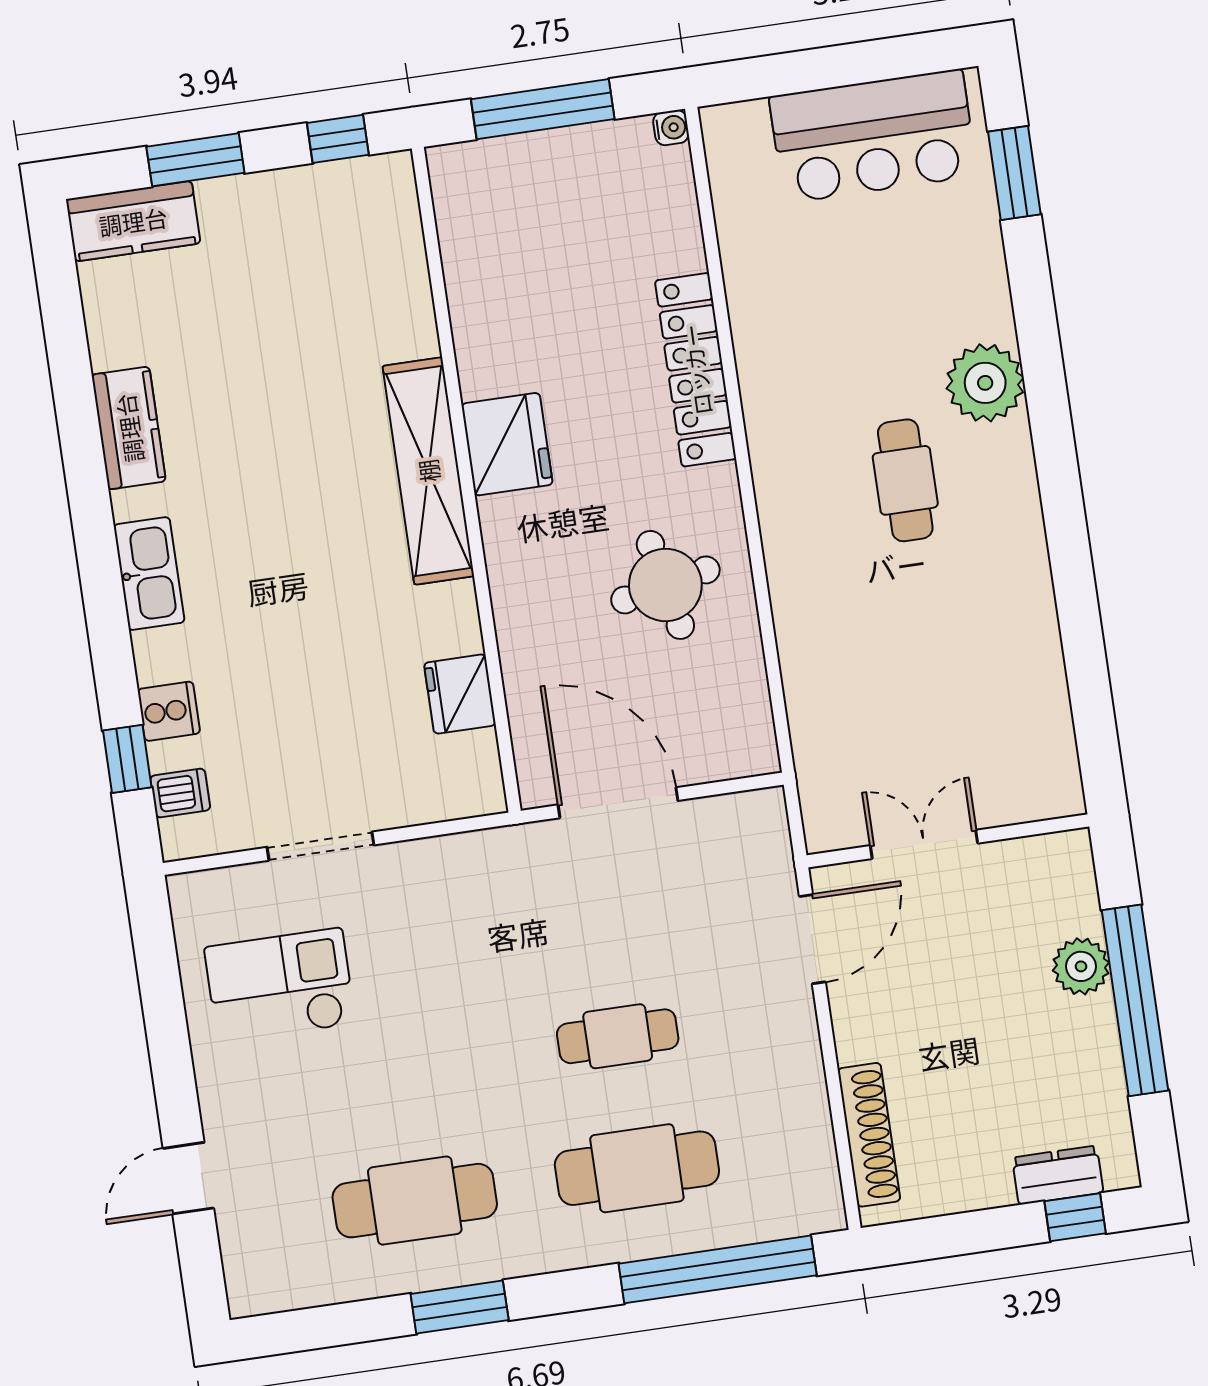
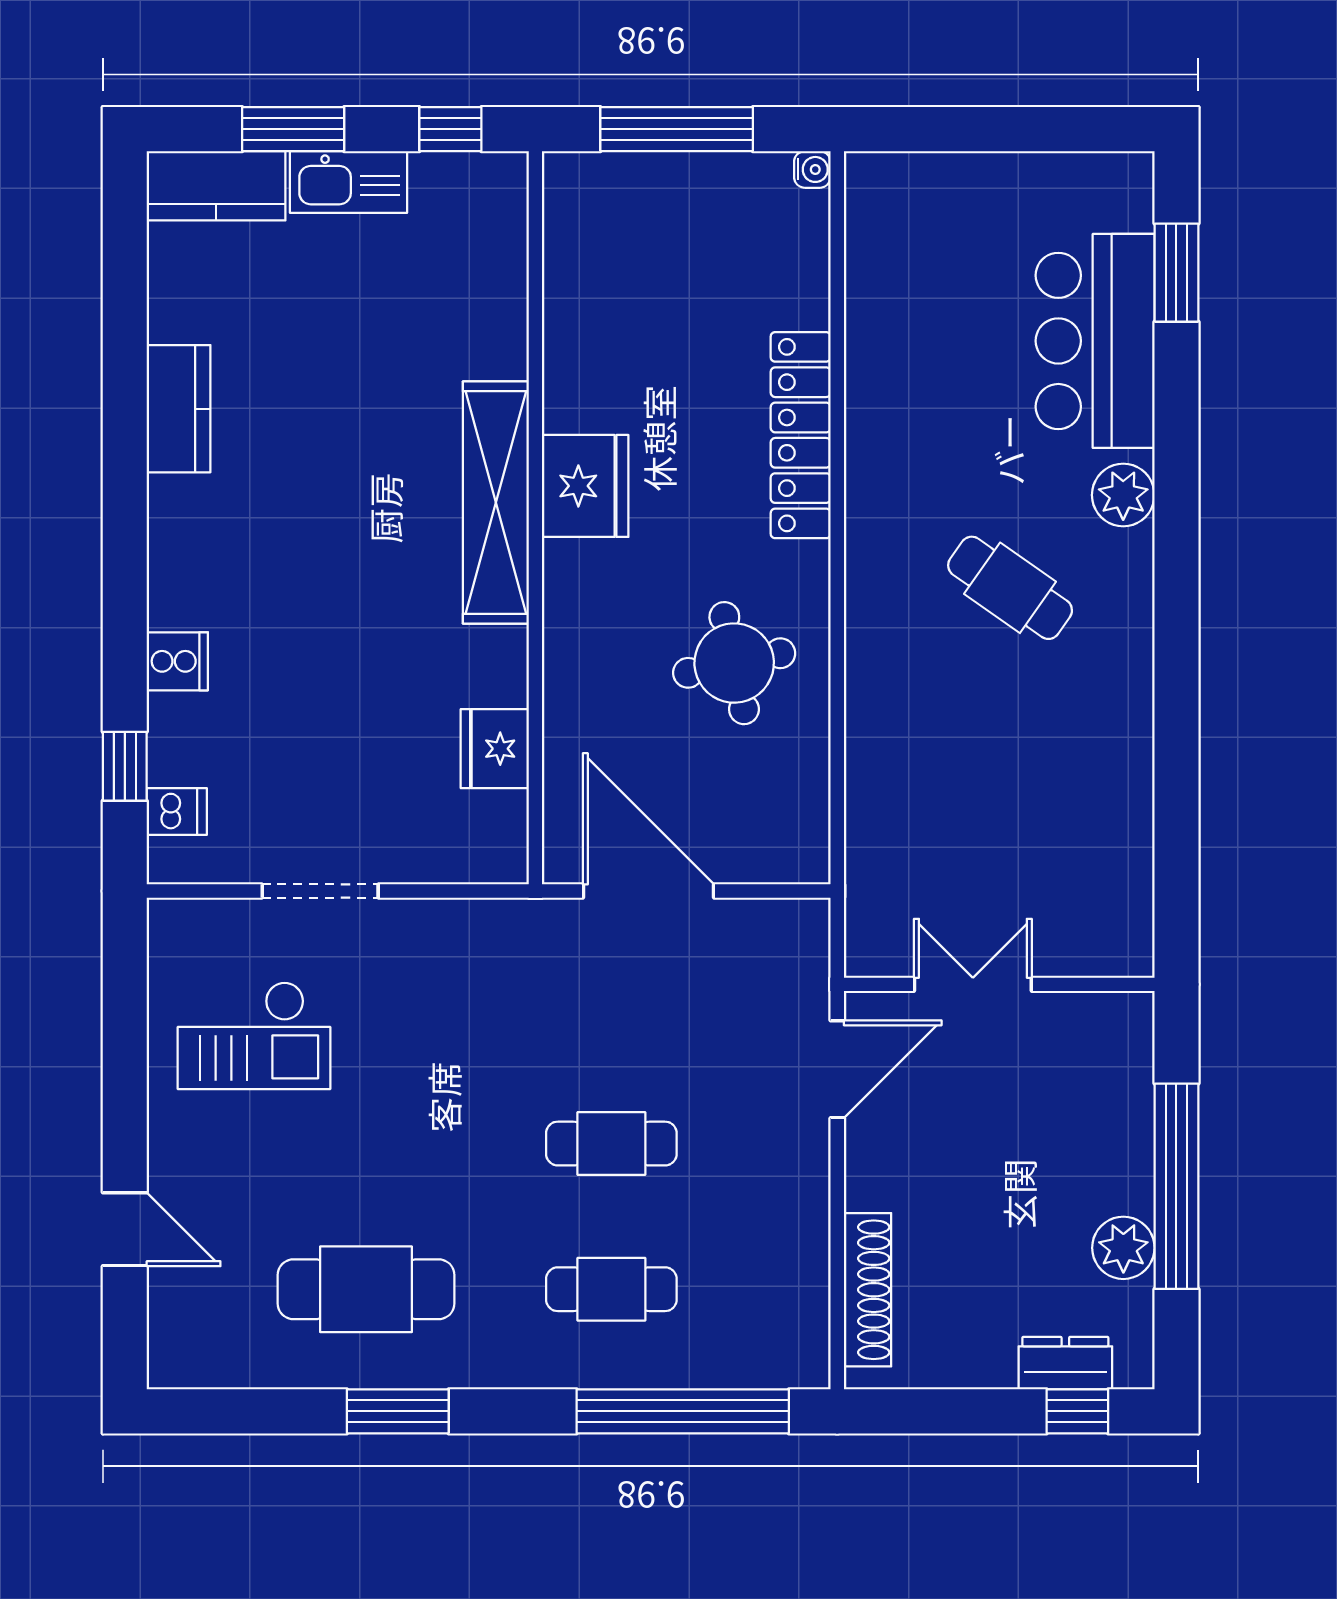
bar counter: (873, 136) -> (1095, 341), moved, turned 90
plant: (985, 383) -> (1123, 495), width x0.73, depth x0.73
cafe table: (905, 480) -> (1010, 588), turned -55
kitchen sink: (149, 574) -> (348, 182), moved, turned 90
cooker: (169, 711) -> (177, 661), moved
plant: (1081, 966) -> (1123, 1248), moved
checkout: (280, 986) -> (254, 1035), turned 180
cafe table: (637, 1168) -> (611, 1289), width x0.73, depth x0.74
door: (188, 1178) -> (125, 1229), swing flipped

